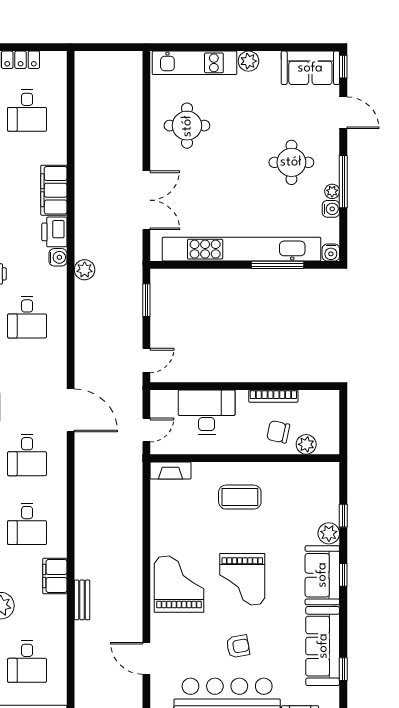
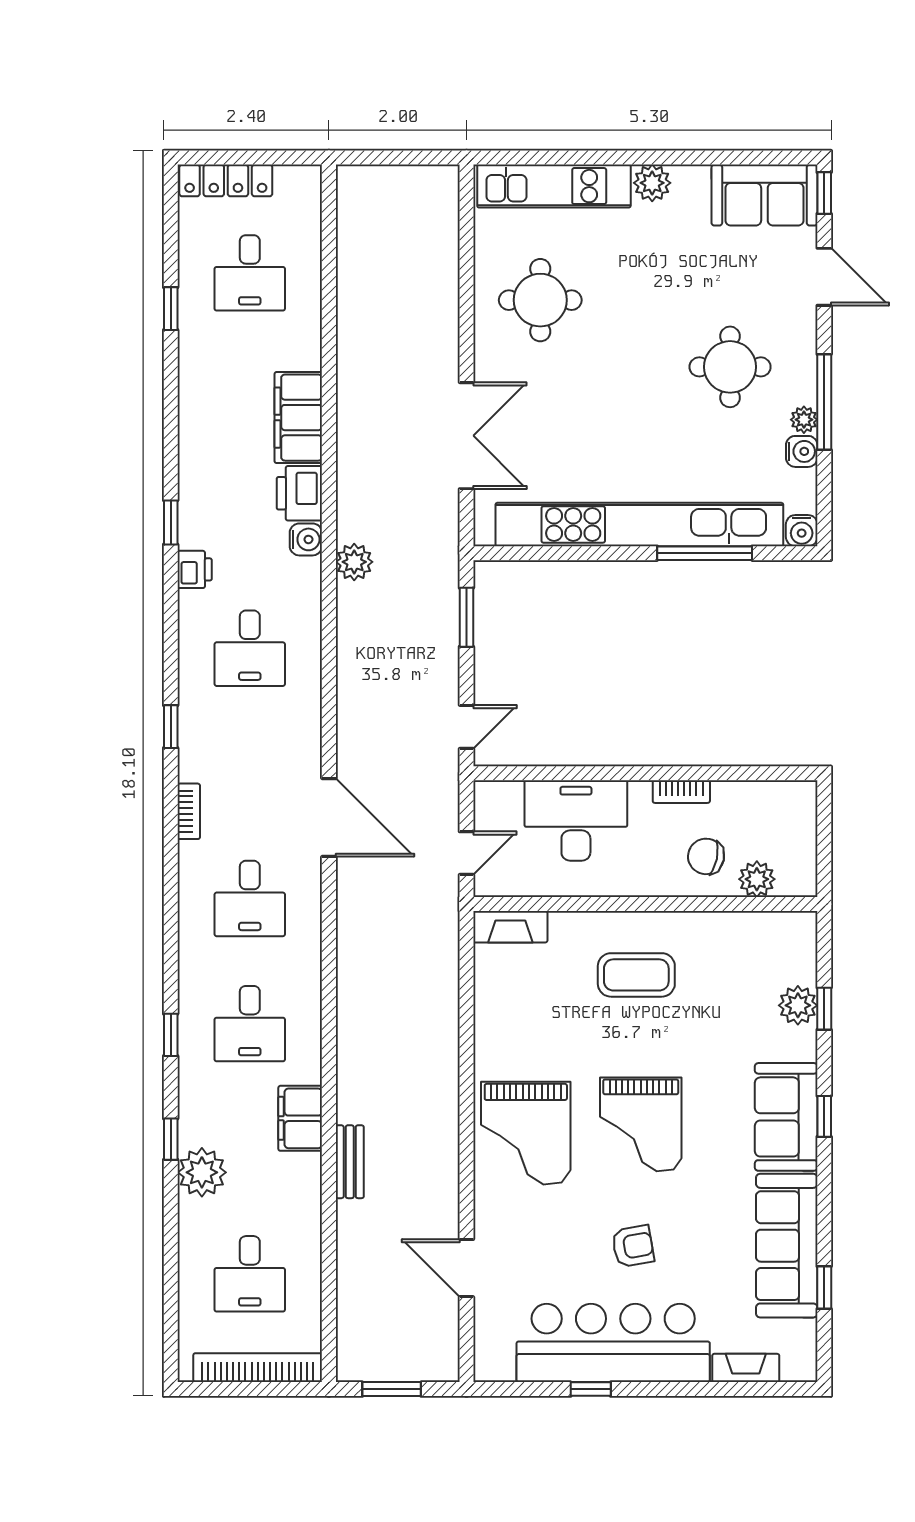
bookcase: (273, 396) -> (681, 792), width x0.64
plant: (329, 533) -> (798, 1005), moved
grand piano: (179, 584) -> (526, 1133), turned 180

